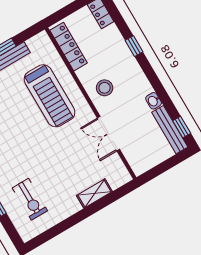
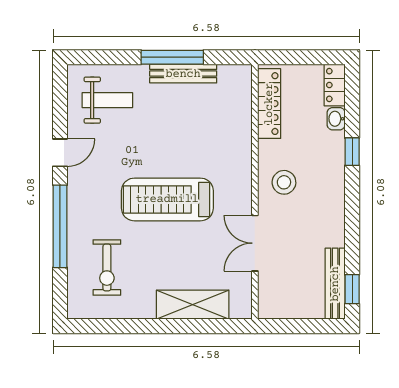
treadmill: (50, 96) -> (167, 199), moved, turned 90
washbasin: (154, 101) -> (336, 119), moved
shelving: (94, 193) -> (193, 305), width x1.50, depth x1.33

